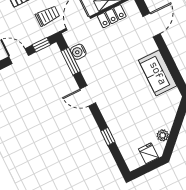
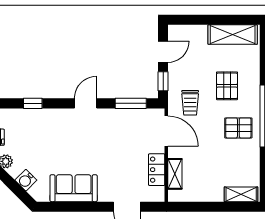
water cooler: (78, 52) -> (26, 180), moved, turned -135

